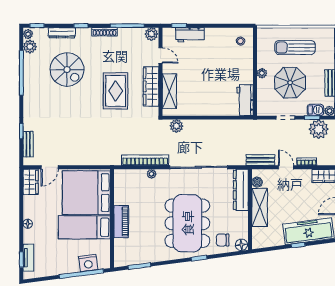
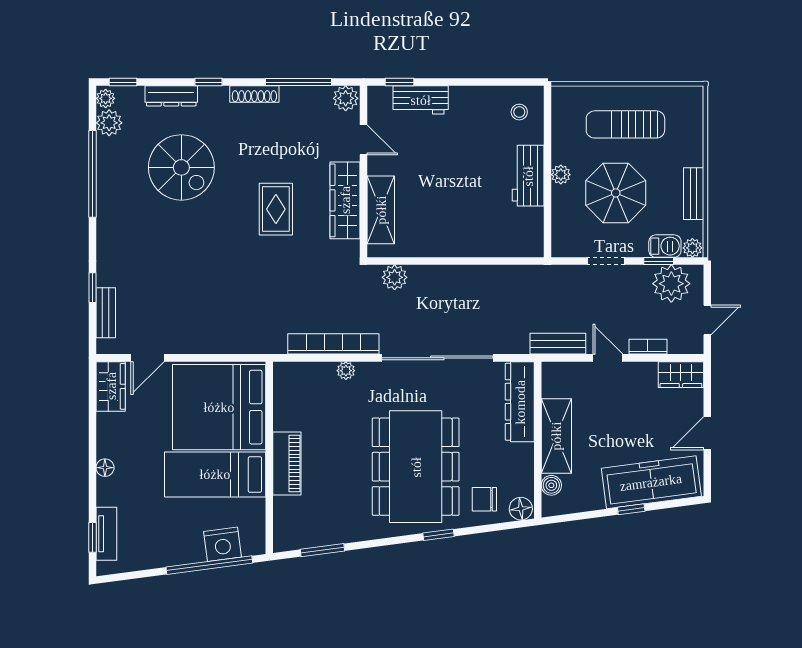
rug: (116, 91) -> (276, 209), width x0.73, depth x0.70
workbench: (245, 100) -> (528, 176), moved
boiler: (257, 182) -> (551, 485), moved

